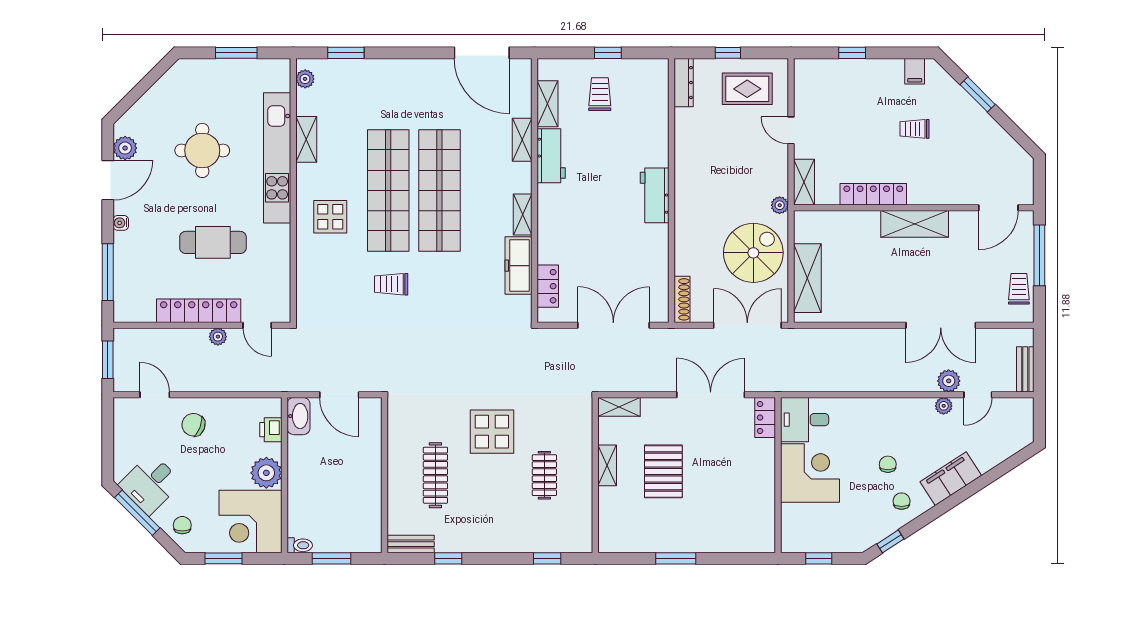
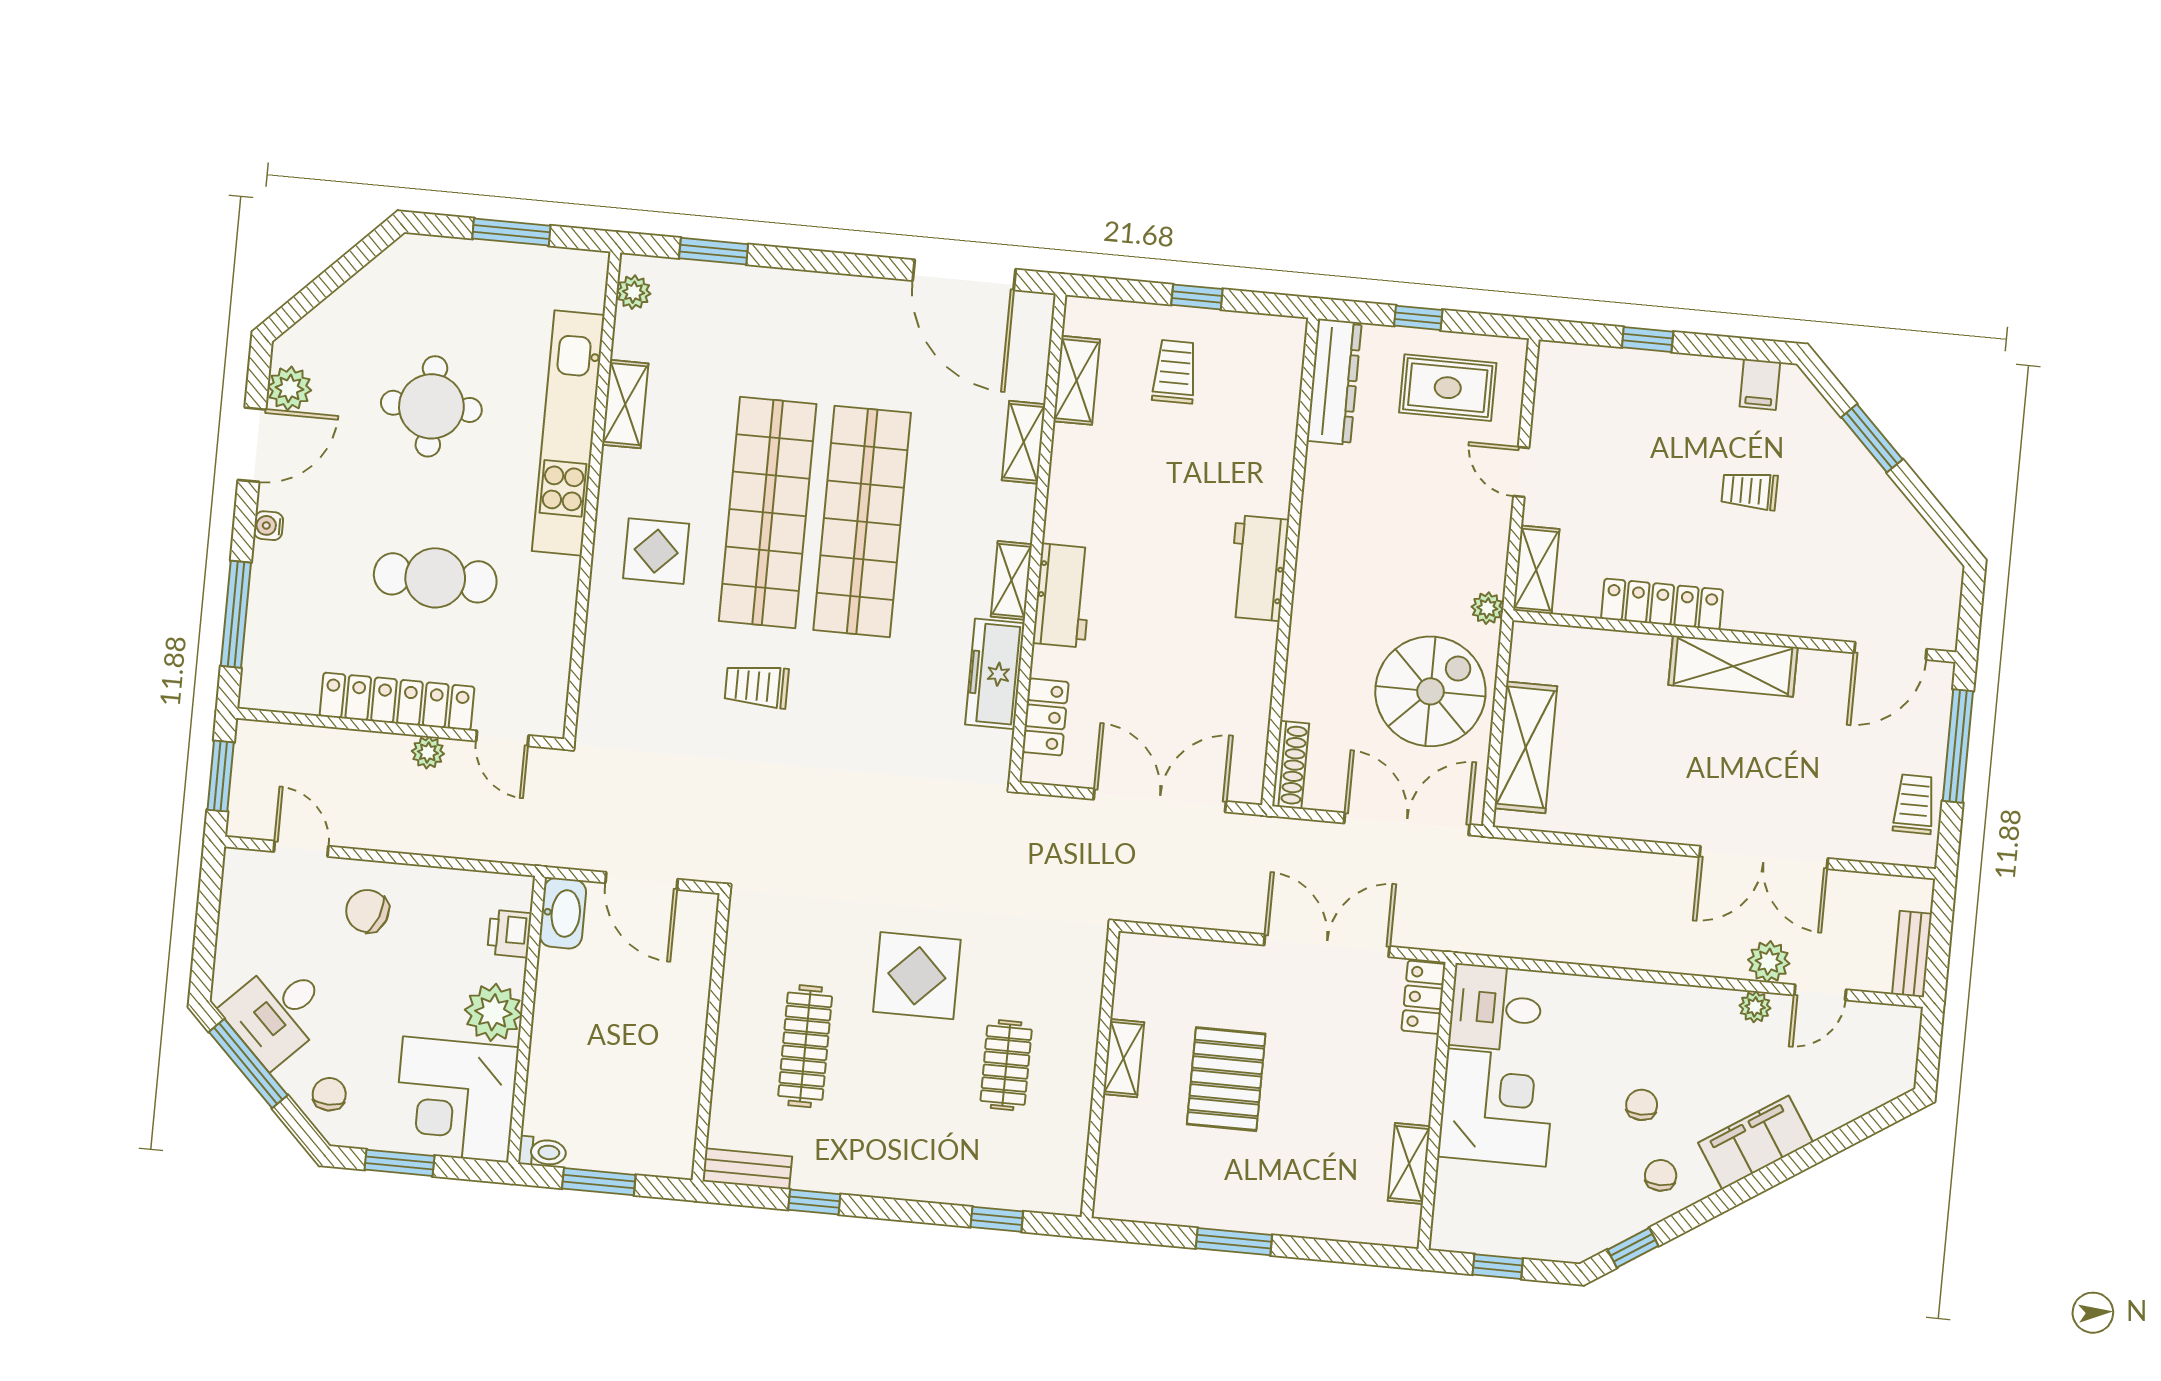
dresser: (684, 83) -> (1334, 382), width x1.37, depth x1.24
workbench: (551, 156) -> (1063, 596), moved
shelving: (619, 407) -> (1409, 1163), moved, turned 90

